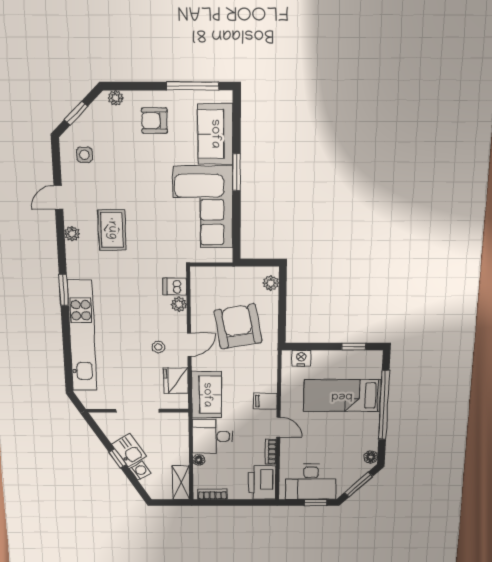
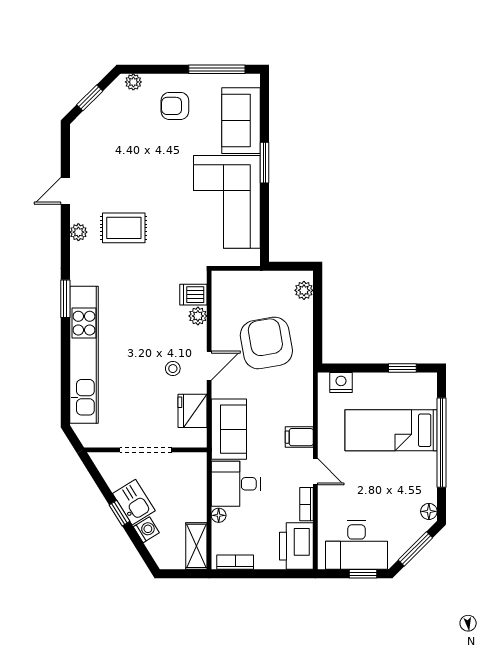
side table: (84, 155) -> (97, 143), removed
rug: (112, 230) -> (124, 228), turned 90

